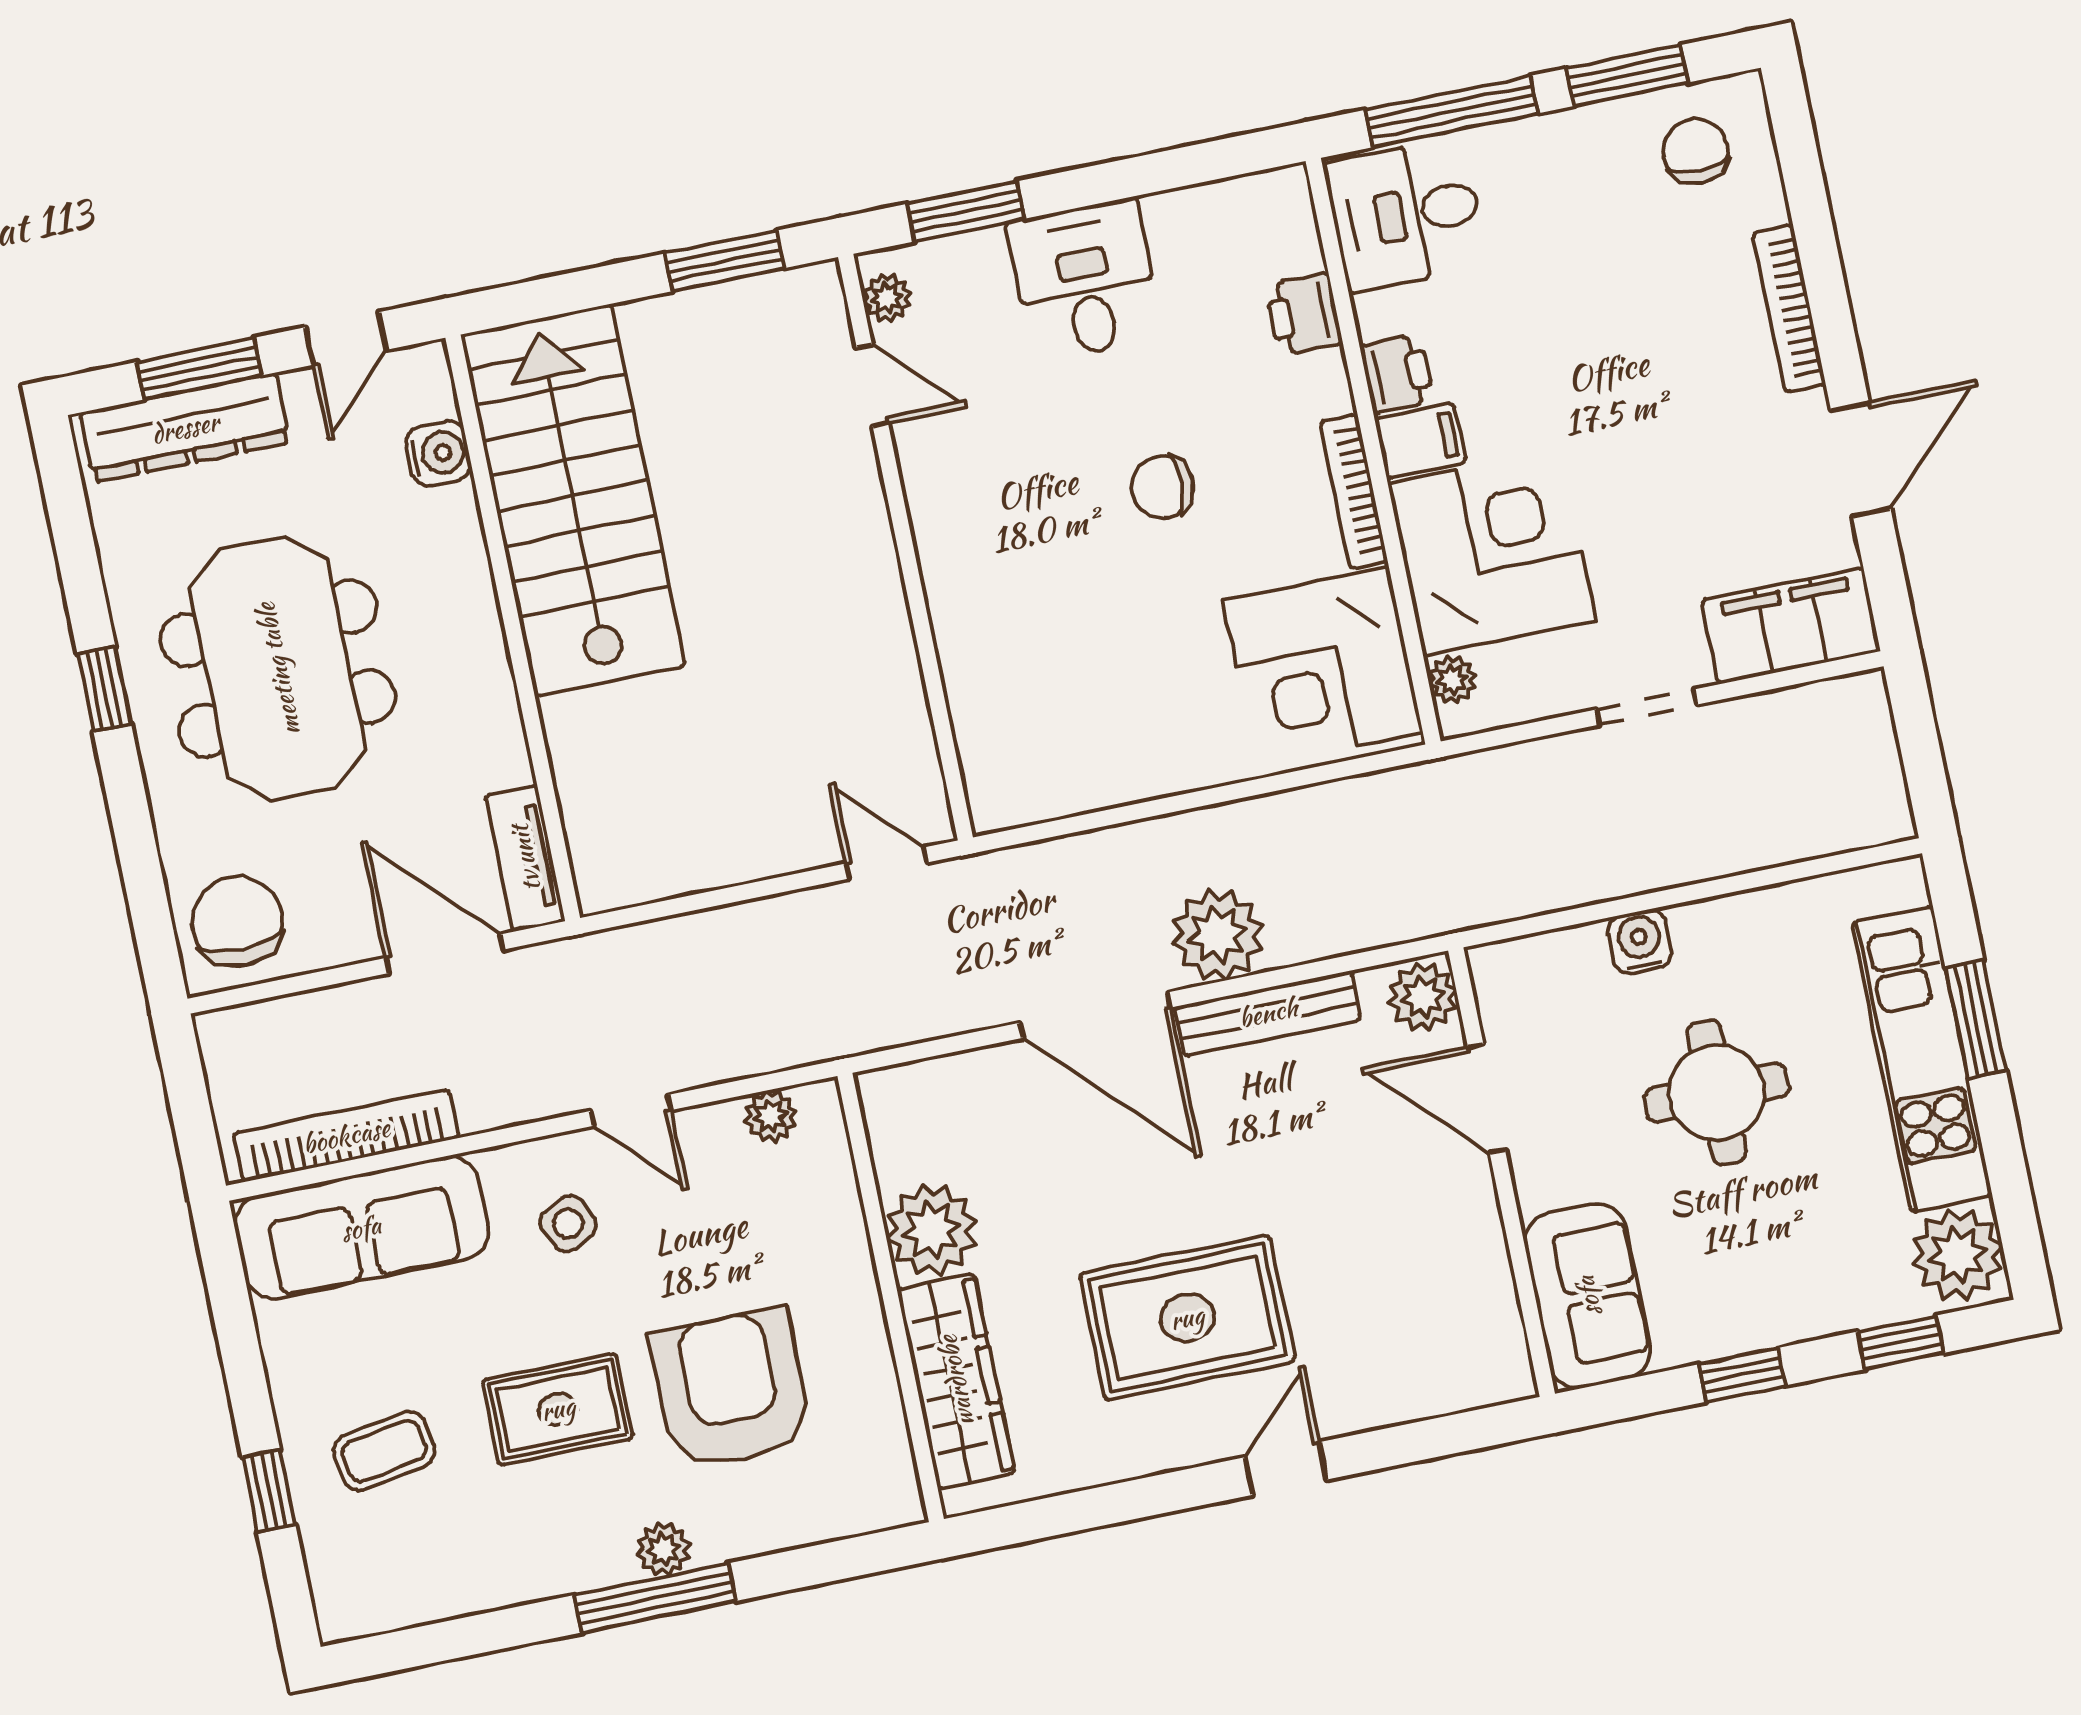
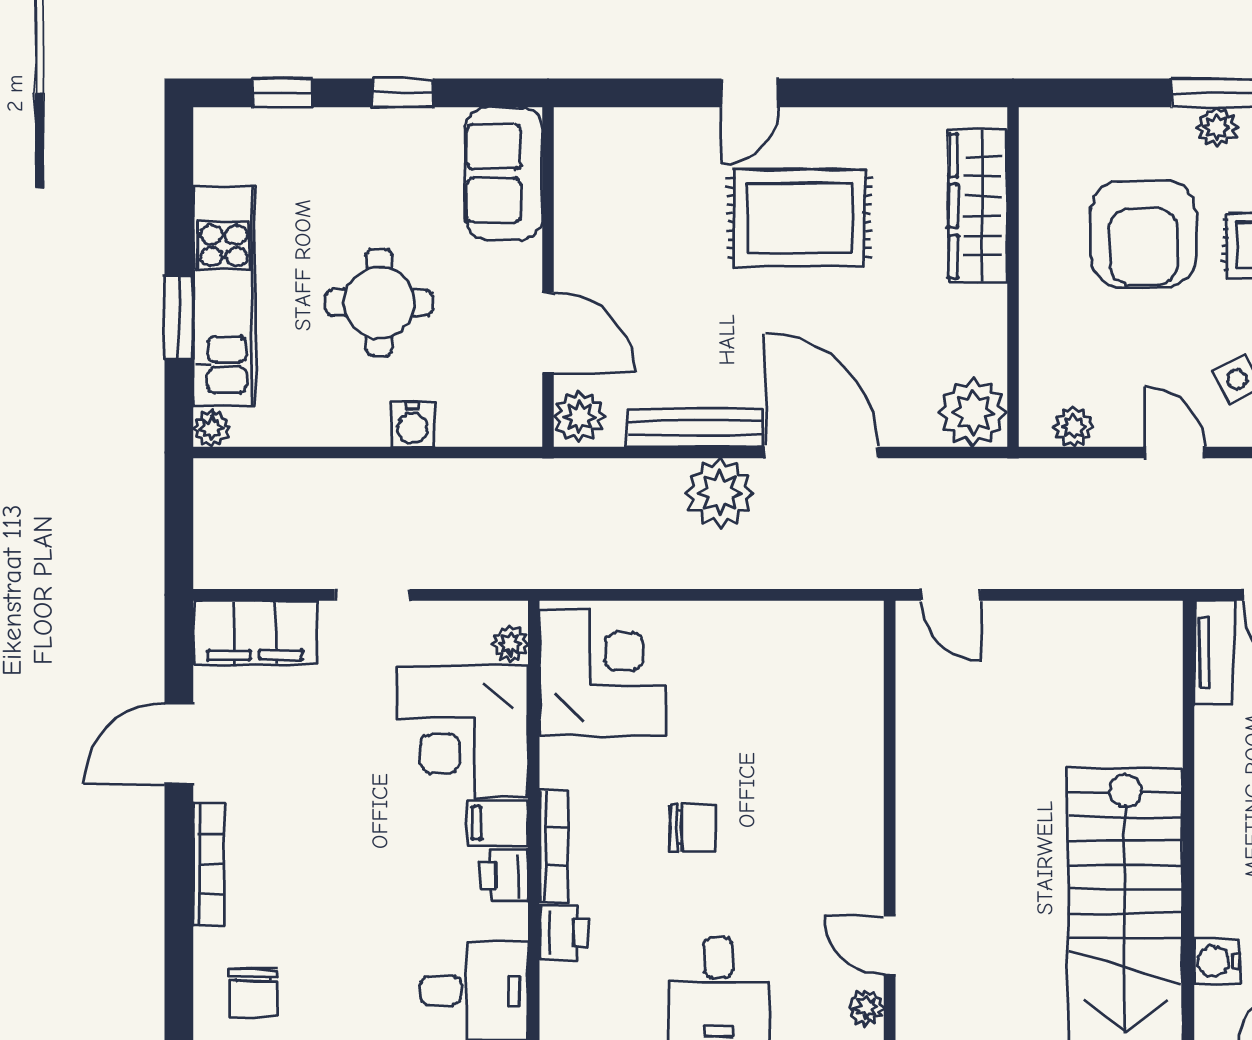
bookcase: (1354, 491) -> (554, 846), moved
plant: (932, 1230) -> (973, 412), moved
plant: (1958, 1255) -> (211, 428), moved, width x0.53, depth x0.53

